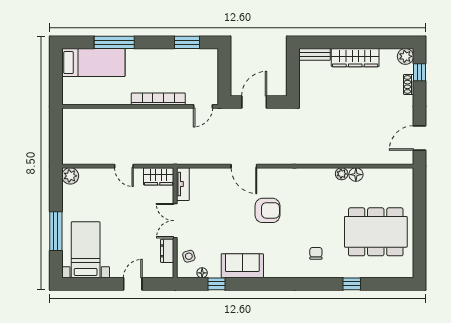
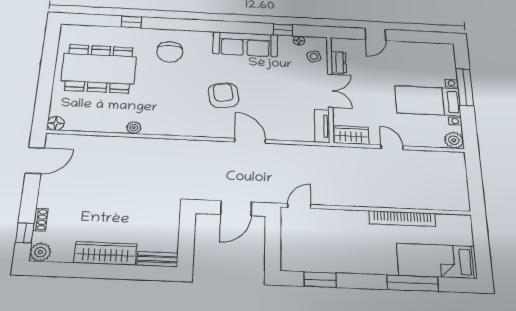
bookcase: (158, 99) -> (402, 219), moved
floor lamp: (356, 175) -> (56, 123), moved
armchair: (268, 210) -> (224, 95), turned 81
bed with nightstands: (86, 250) -> (428, 101), moved, turned 90
chair: (316, 253) -> (170, 52), width x1.87, depth x1.87
sofa: (242, 266) -> (245, 44), width x1.36

